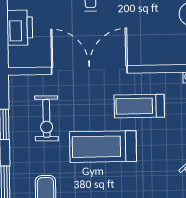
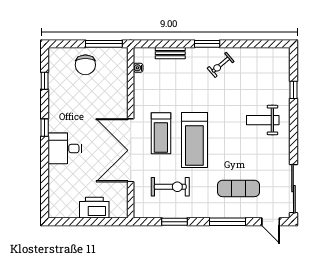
treadmill: (139, 106) -> (161, 133), moved

